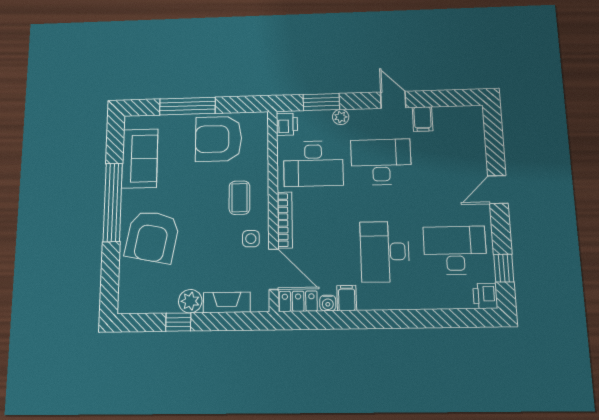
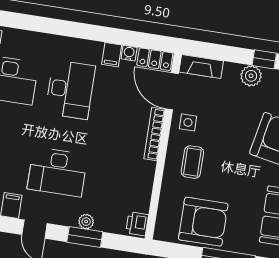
window: (321, 102) -> (85, 237), moved
desk: (313, 164) -> (119, 182), removed
fireplace: (227, 302) -> (201, 66), moved

